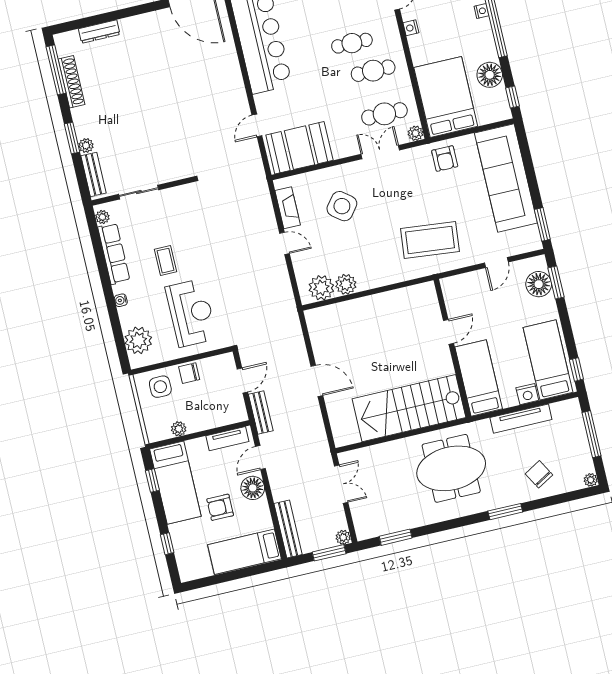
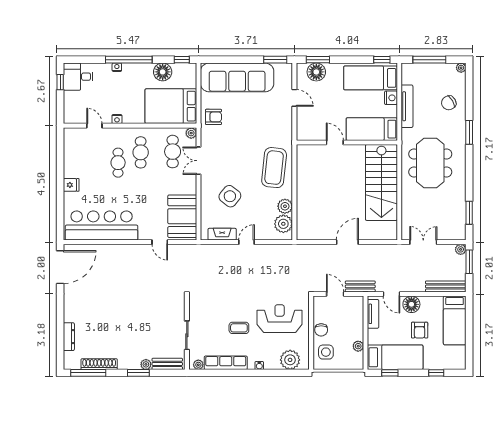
coffee table: (430, 240) -> (274, 168), moved

